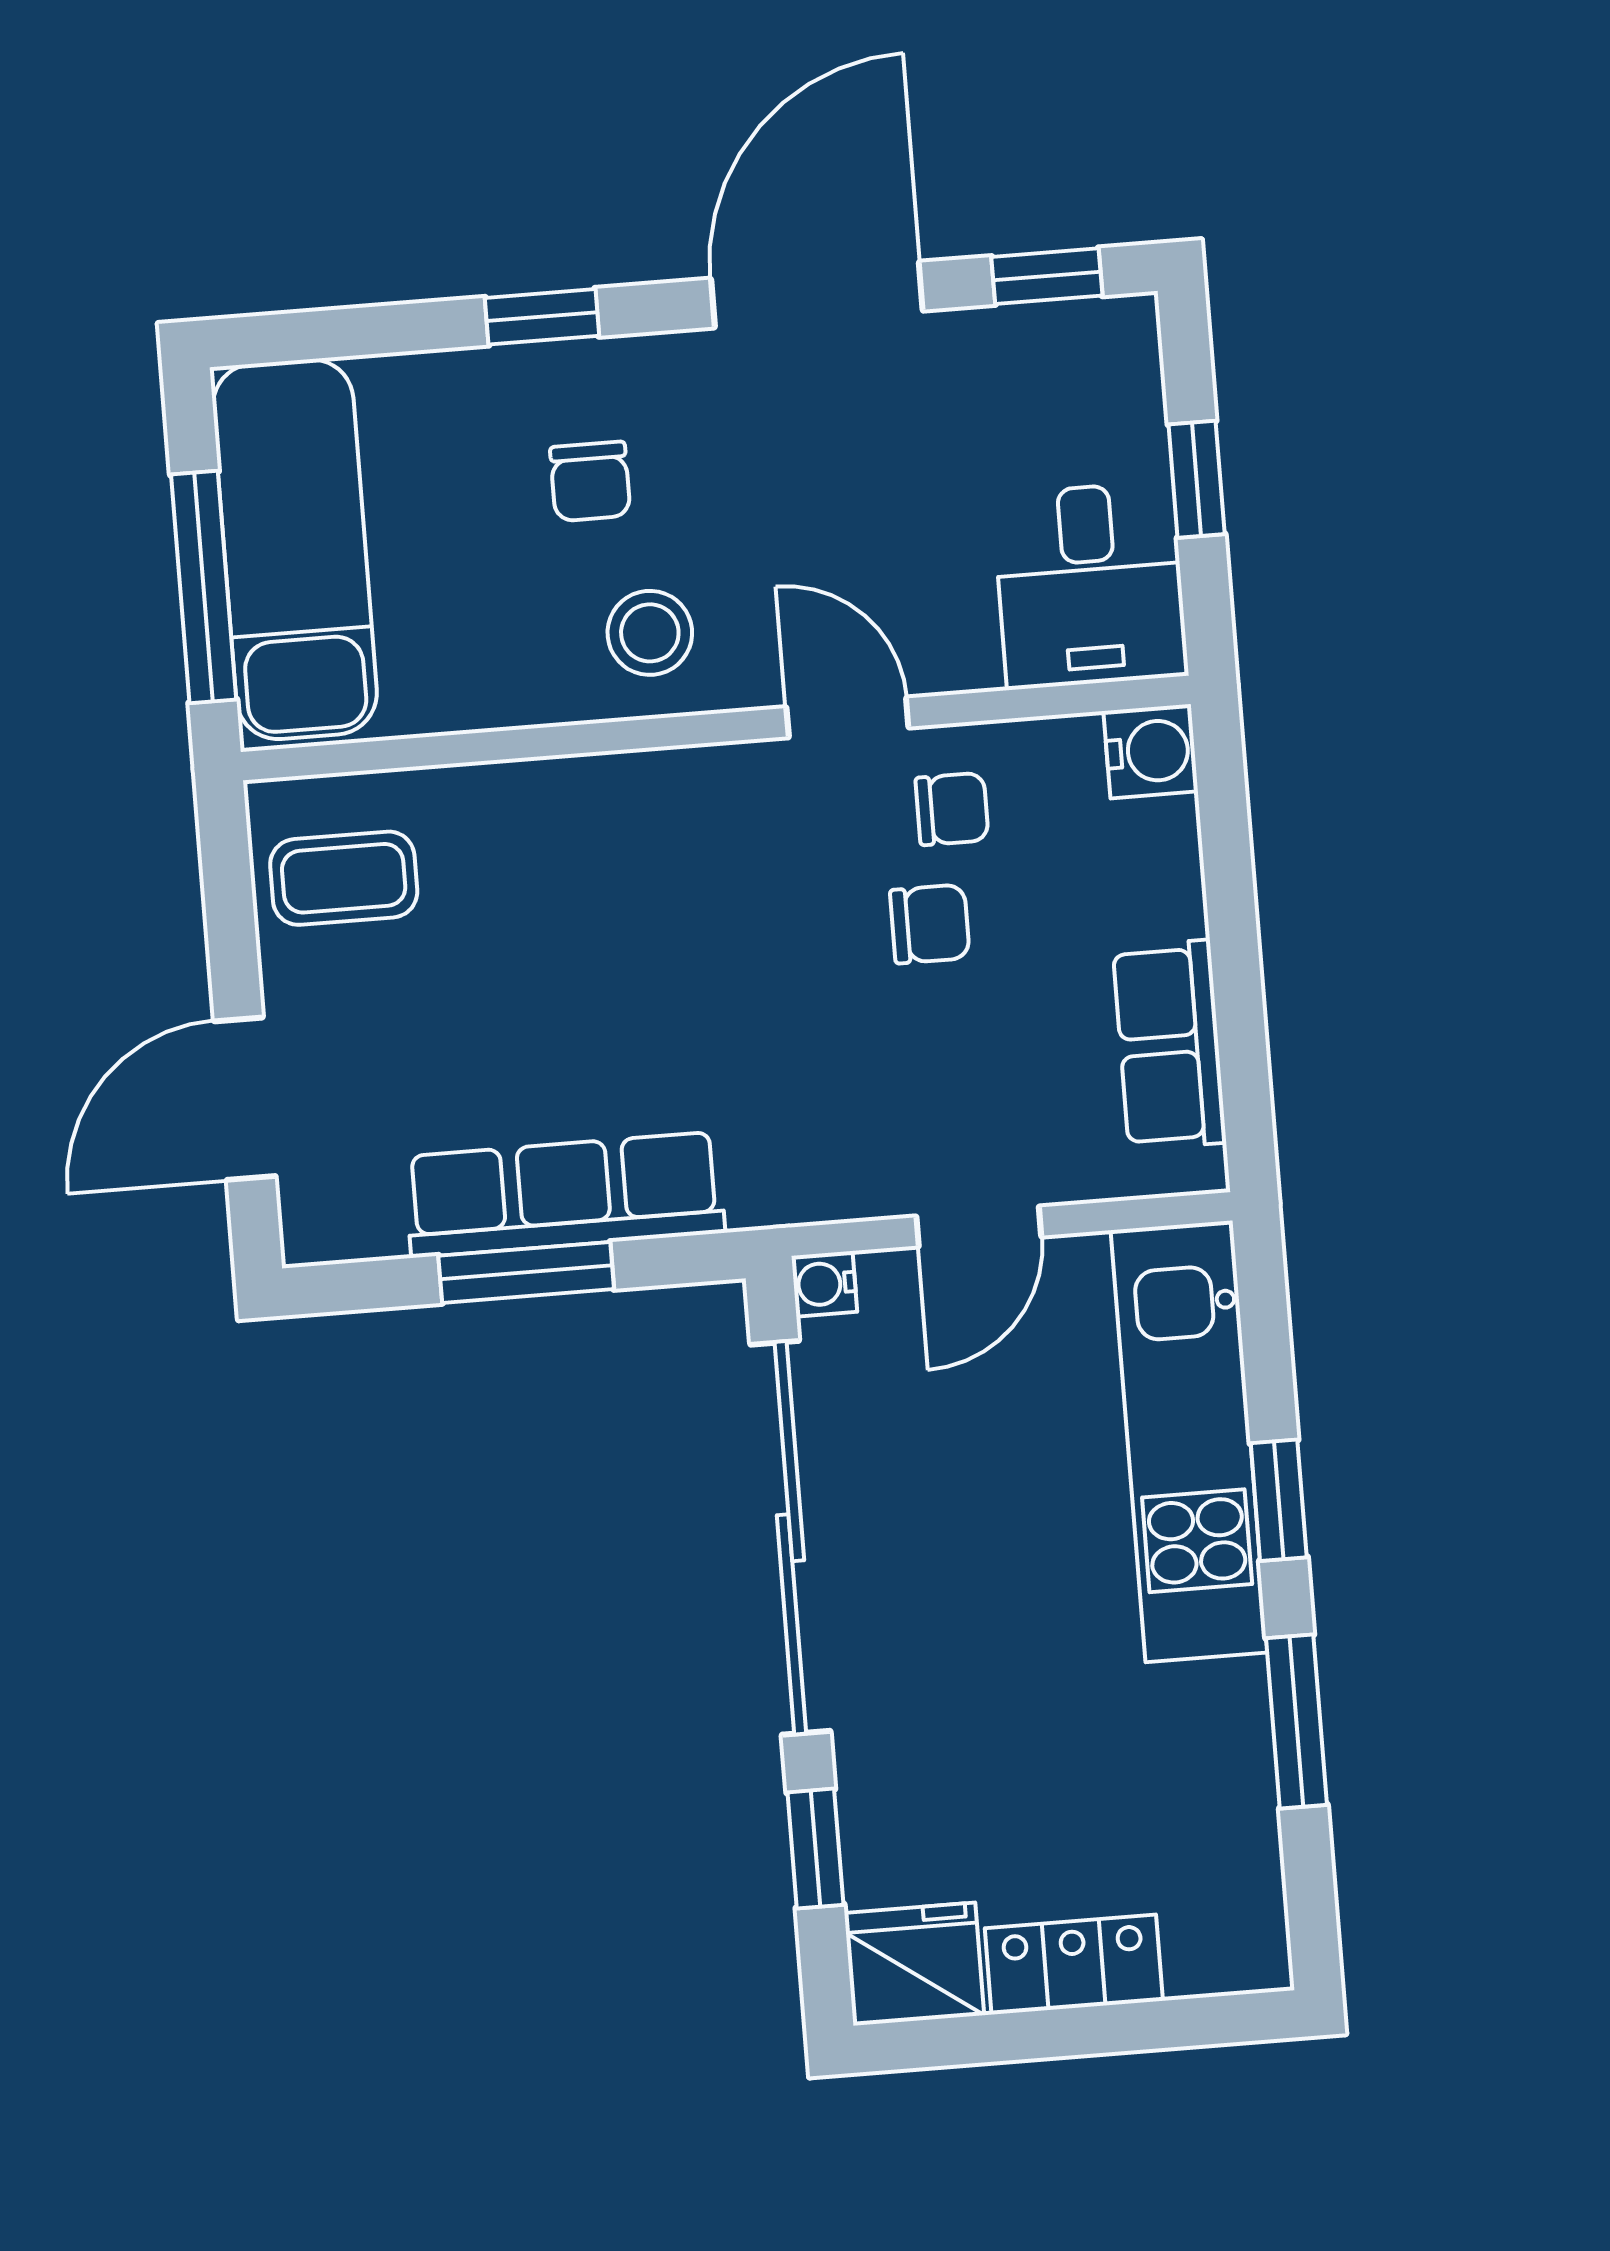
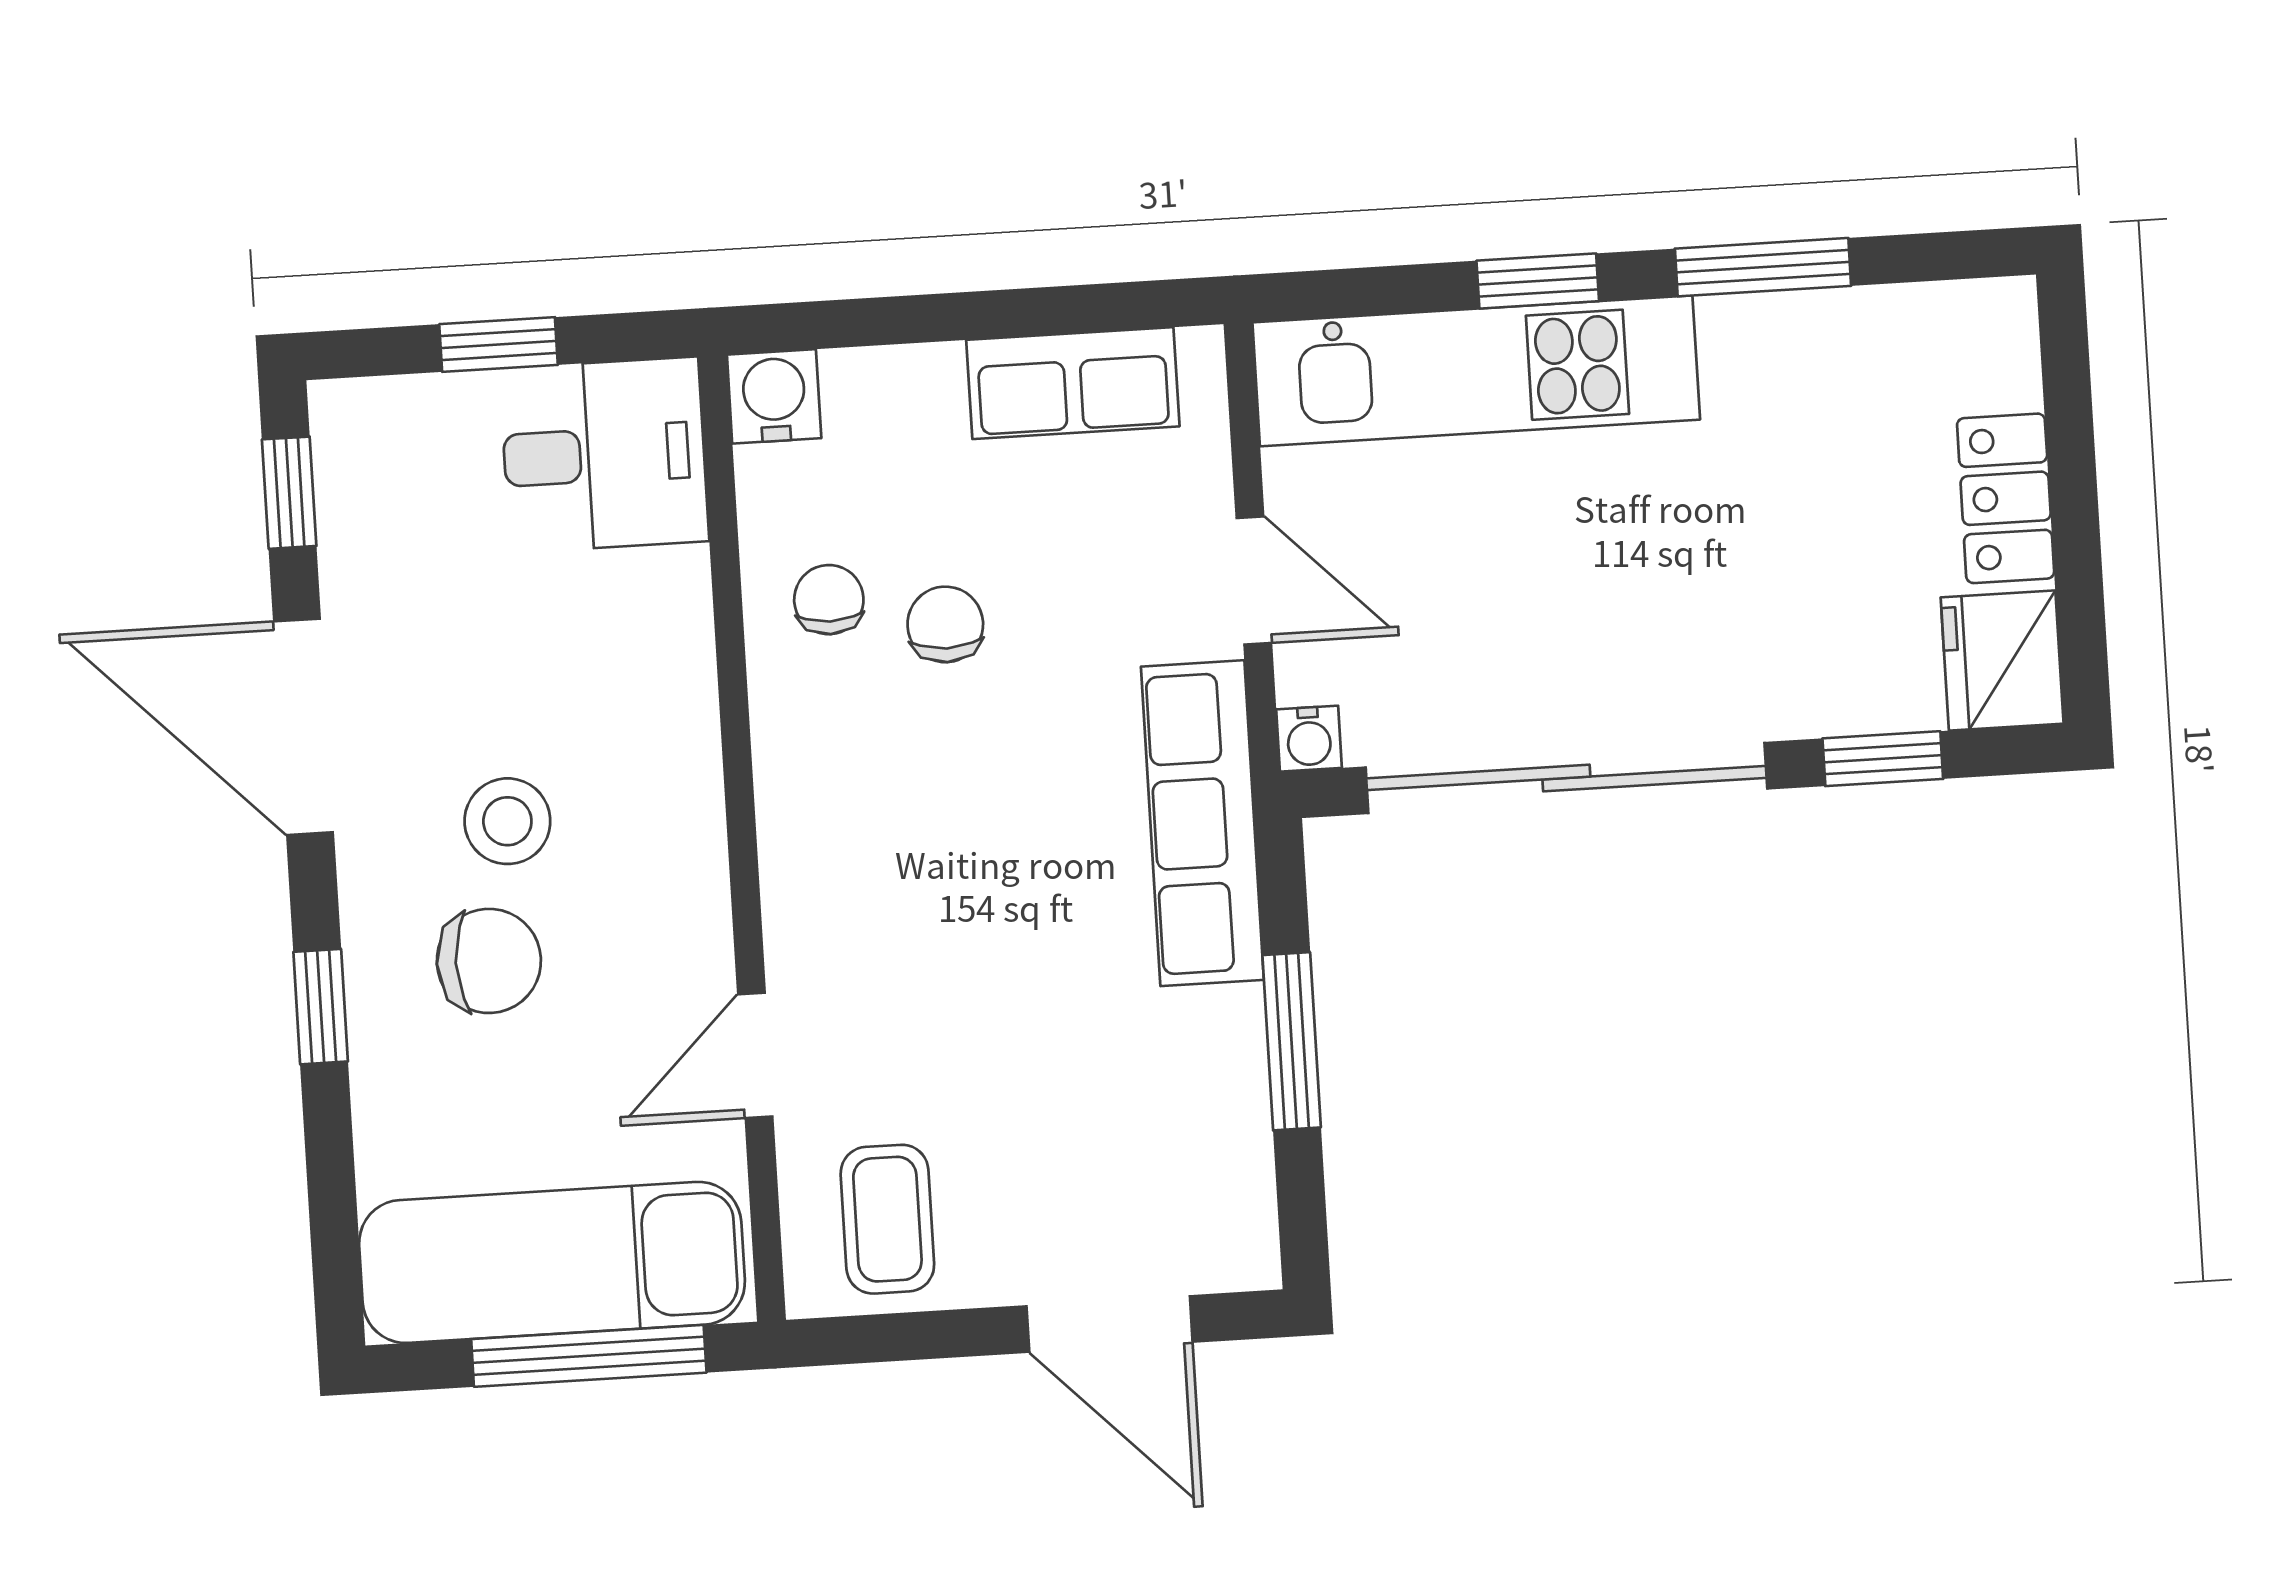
chair: (590, 481) -> (489, 961), width x1.37, depth x1.37
stool: (650, 633) -> (507, 821), moved
door: (847, 717) -> (755, 1055), moved
row of seats: (564, 1195) -> (1202, 823), moved

